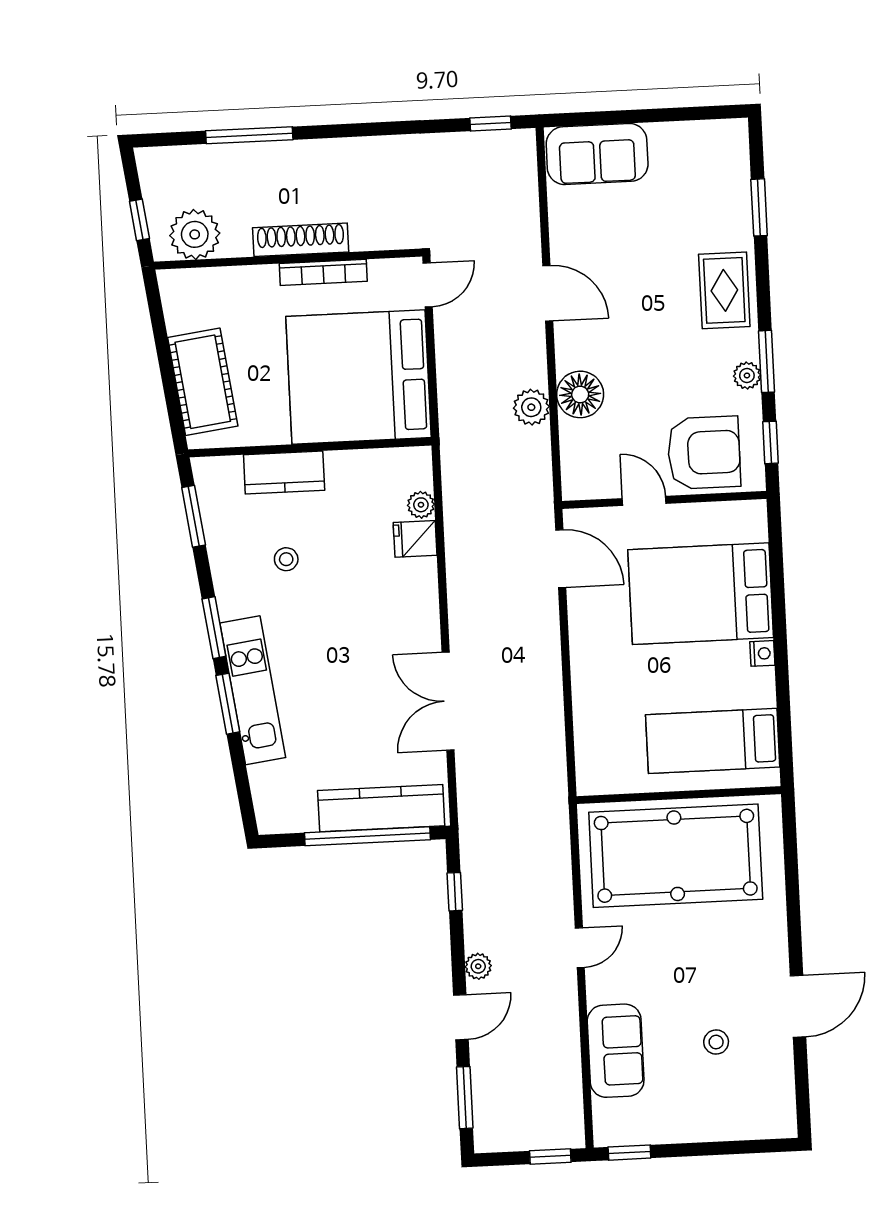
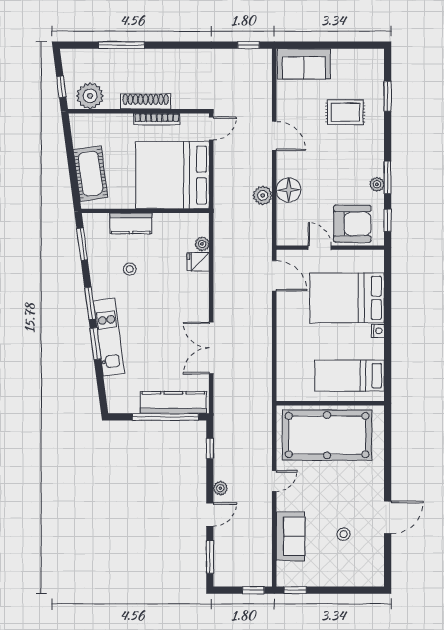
rug: (724, 290) -> (345, 112), moved, turned 90

